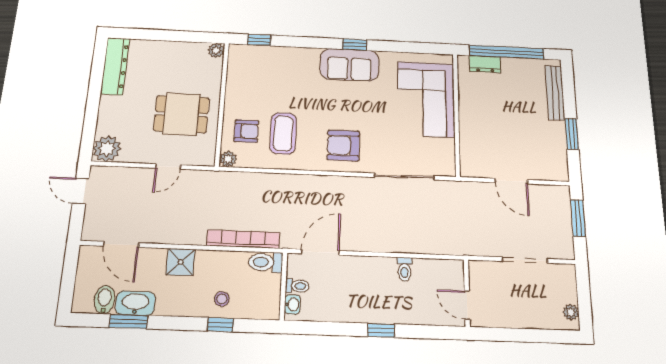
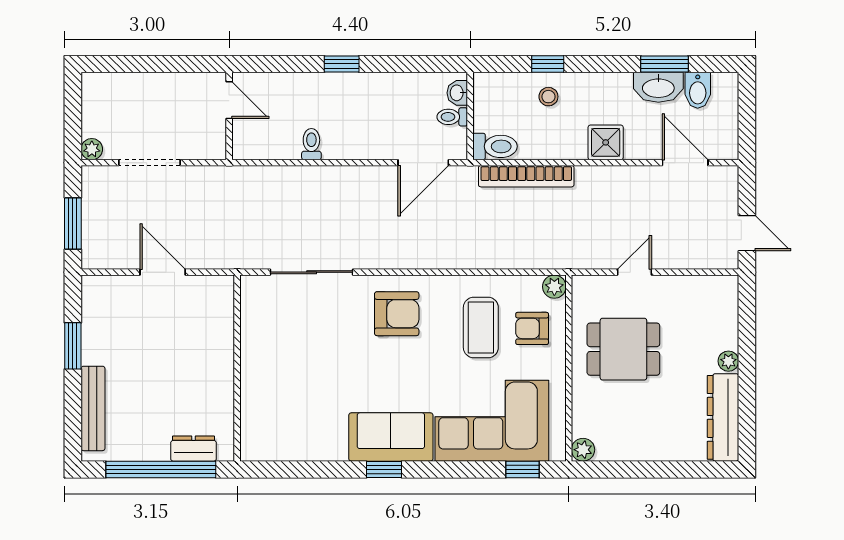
corner sofa: (426, 99) -> (492, 421), moved, turned -90
plant: (107, 149) -> (728, 361), moved, width x0.53, depth x0.53
plant: (571, 312) -> (92, 149), moved

